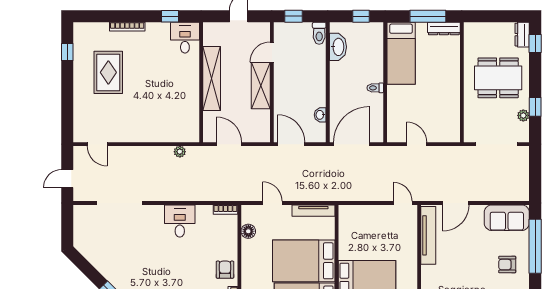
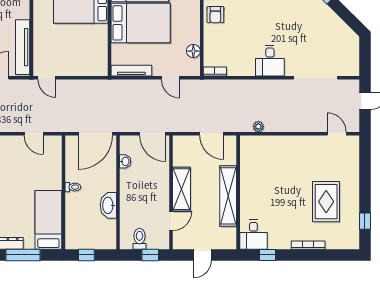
toilet: (319, 33) -> (139, 239), moved
washbasin: (338, 47) -> (108, 205), moved
desk: (180, 221) -> (270, 61), moved

